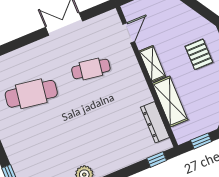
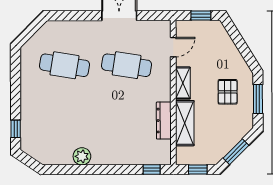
cafe table: (91, 69) -> (127, 65), width x1.37, depth x1.35
dresser: (155, 122) -> (164, 121), moved

